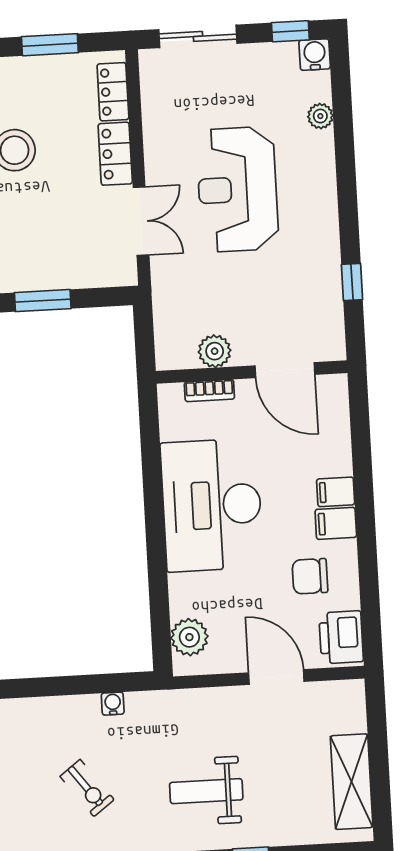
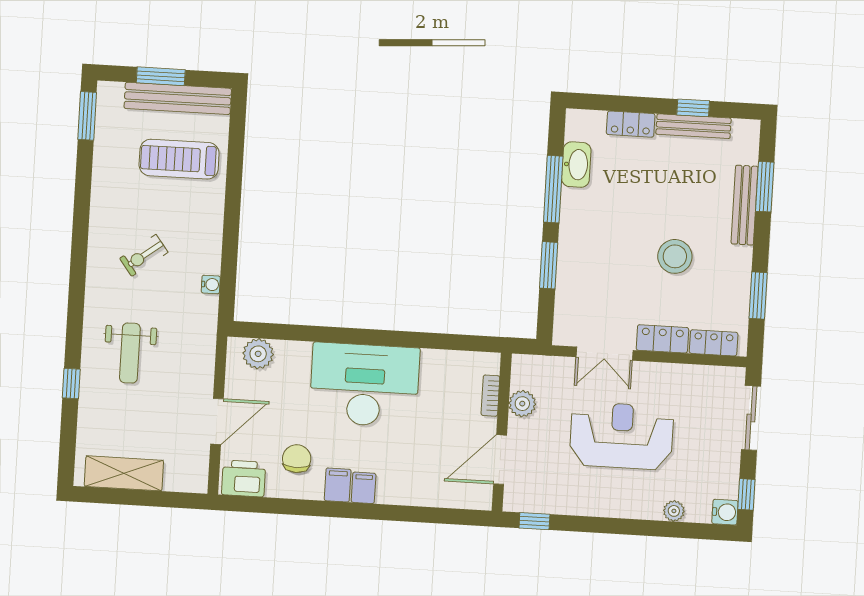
plant: (215, 351) -> (522, 404), moved
door: (285, 370) -> (500, 460), moved
wall: (252, 372) -> (502, 432), moved
bookcase: (209, 391) -> (490, 396), moved
weight bench: (206, 791) -> (130, 353), turned 180

